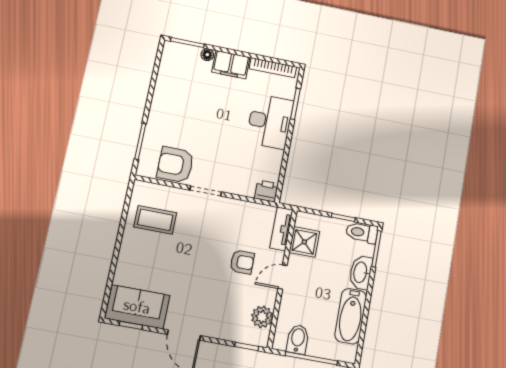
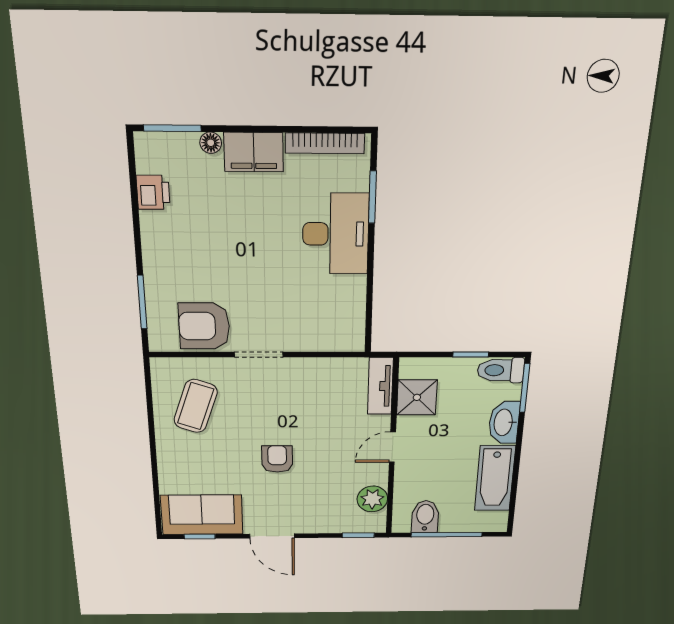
printer: (266, 191) -> (153, 192), moved, turned 90
coffee table: (155, 220) -> (196, 406), turned -71
armchair: (242, 262) -> (277, 459), moved, turned -90

